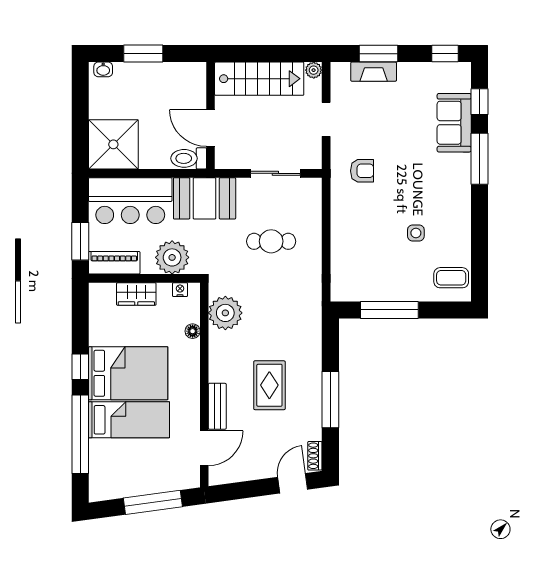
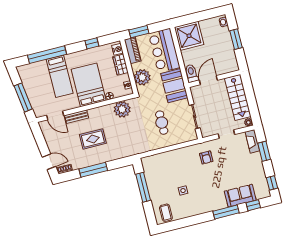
fireplace: (374, 72) -> (252, 141), moved
nightstand: (105, 292) -> (117, 49), added
window: (80, 367) -> (92, 43), moved
bed: (128, 373) -> (89, 85), moved, turned 180

